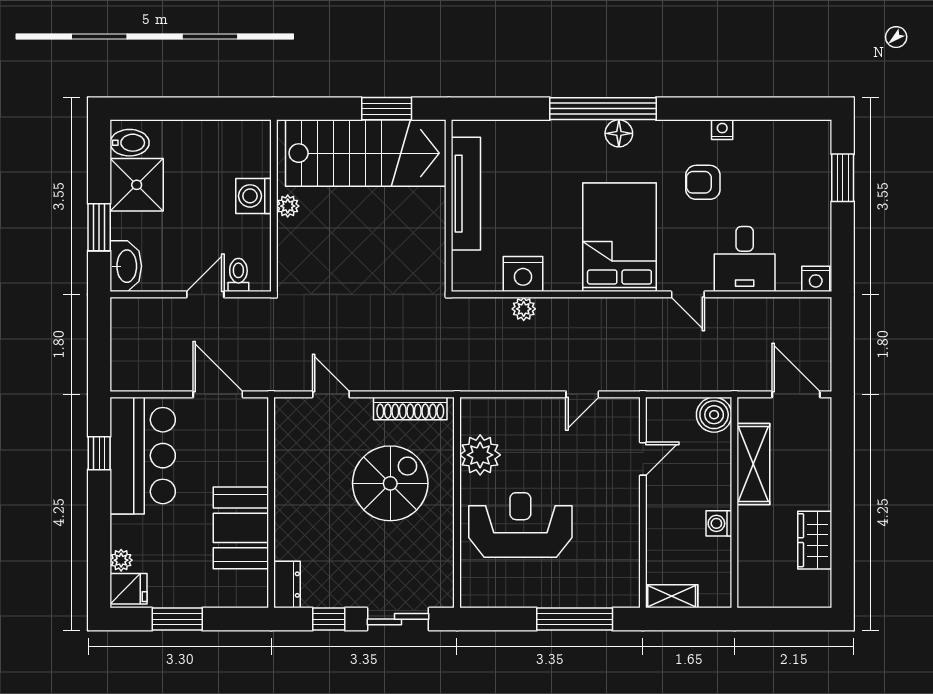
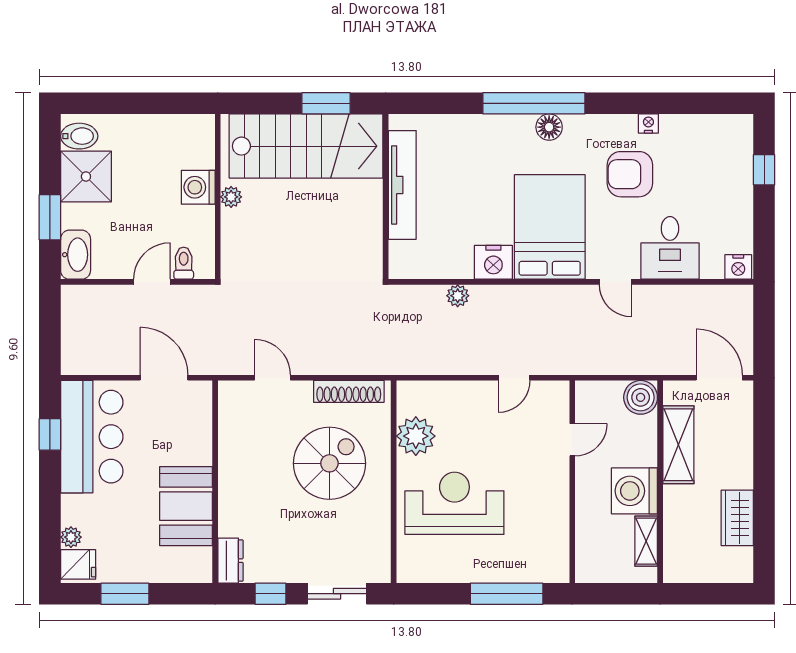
window: (843, 178) -> (764, 170), width x0.67
armchair: (703, 182) -> (630, 174), width x1.38, depth x1.38
nightstand: (523, 274) -> (493, 262), moved
washing machine: (719, 523) -> (634, 491), width x1.89, depth x1.89
shelving: (672, 596) -> (646, 541), moved, turned 90

